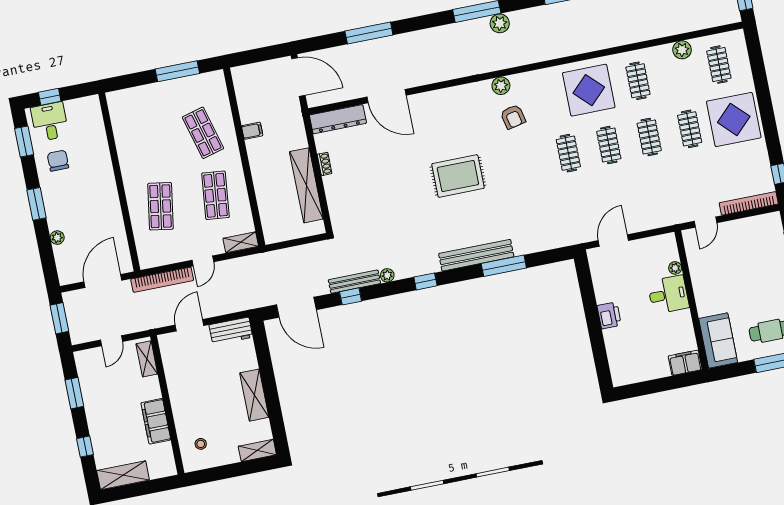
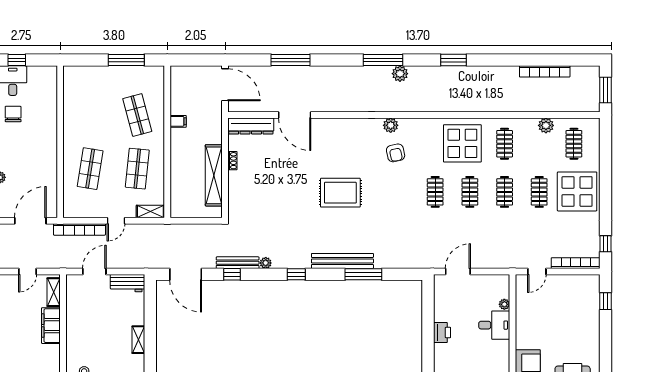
shelving: (254, 395) -> (138, 340), width x0.67, depth x0.75
filing cabinet: (156, 421) -> (51, 326), moved

